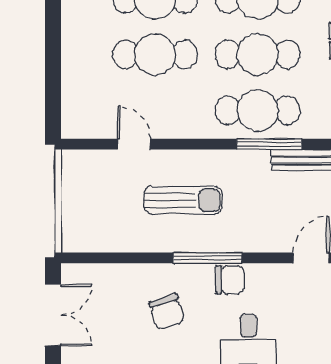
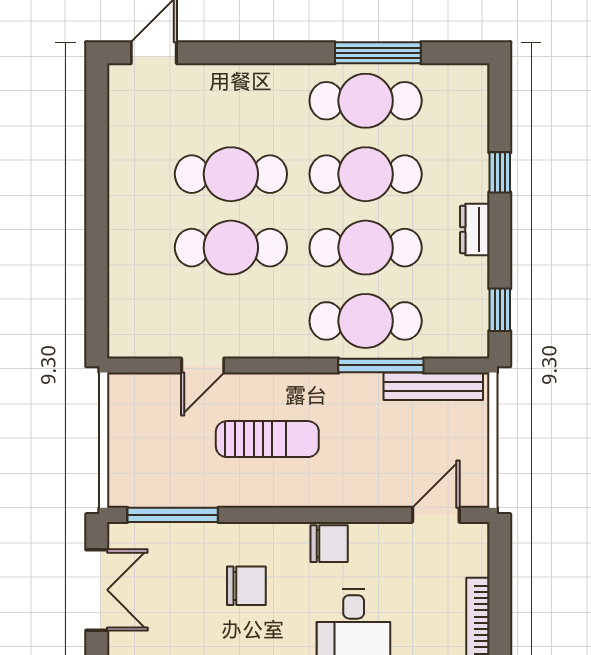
door: (134, 144) -> (203, 365), swing flipped
window: (207, 258) -> (173, 515), moved
chair: (167, 312) -> (246, 586), turned -73

